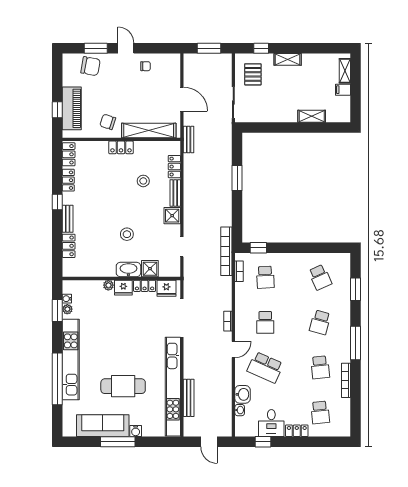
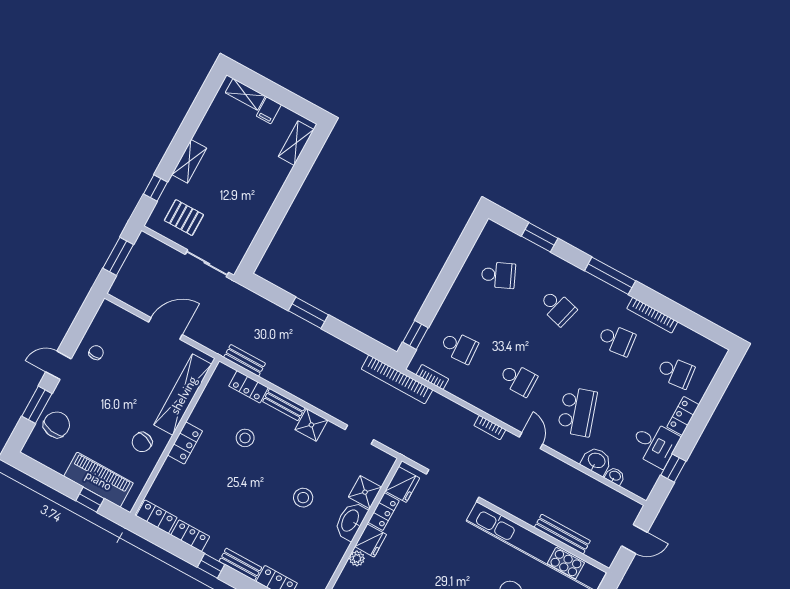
shelving: (312, 116) -> (296, 143), moved
bench: (189, 140) -> (245, 360), moved
school desk: (265, 367) -> (577, 412), turned -42

